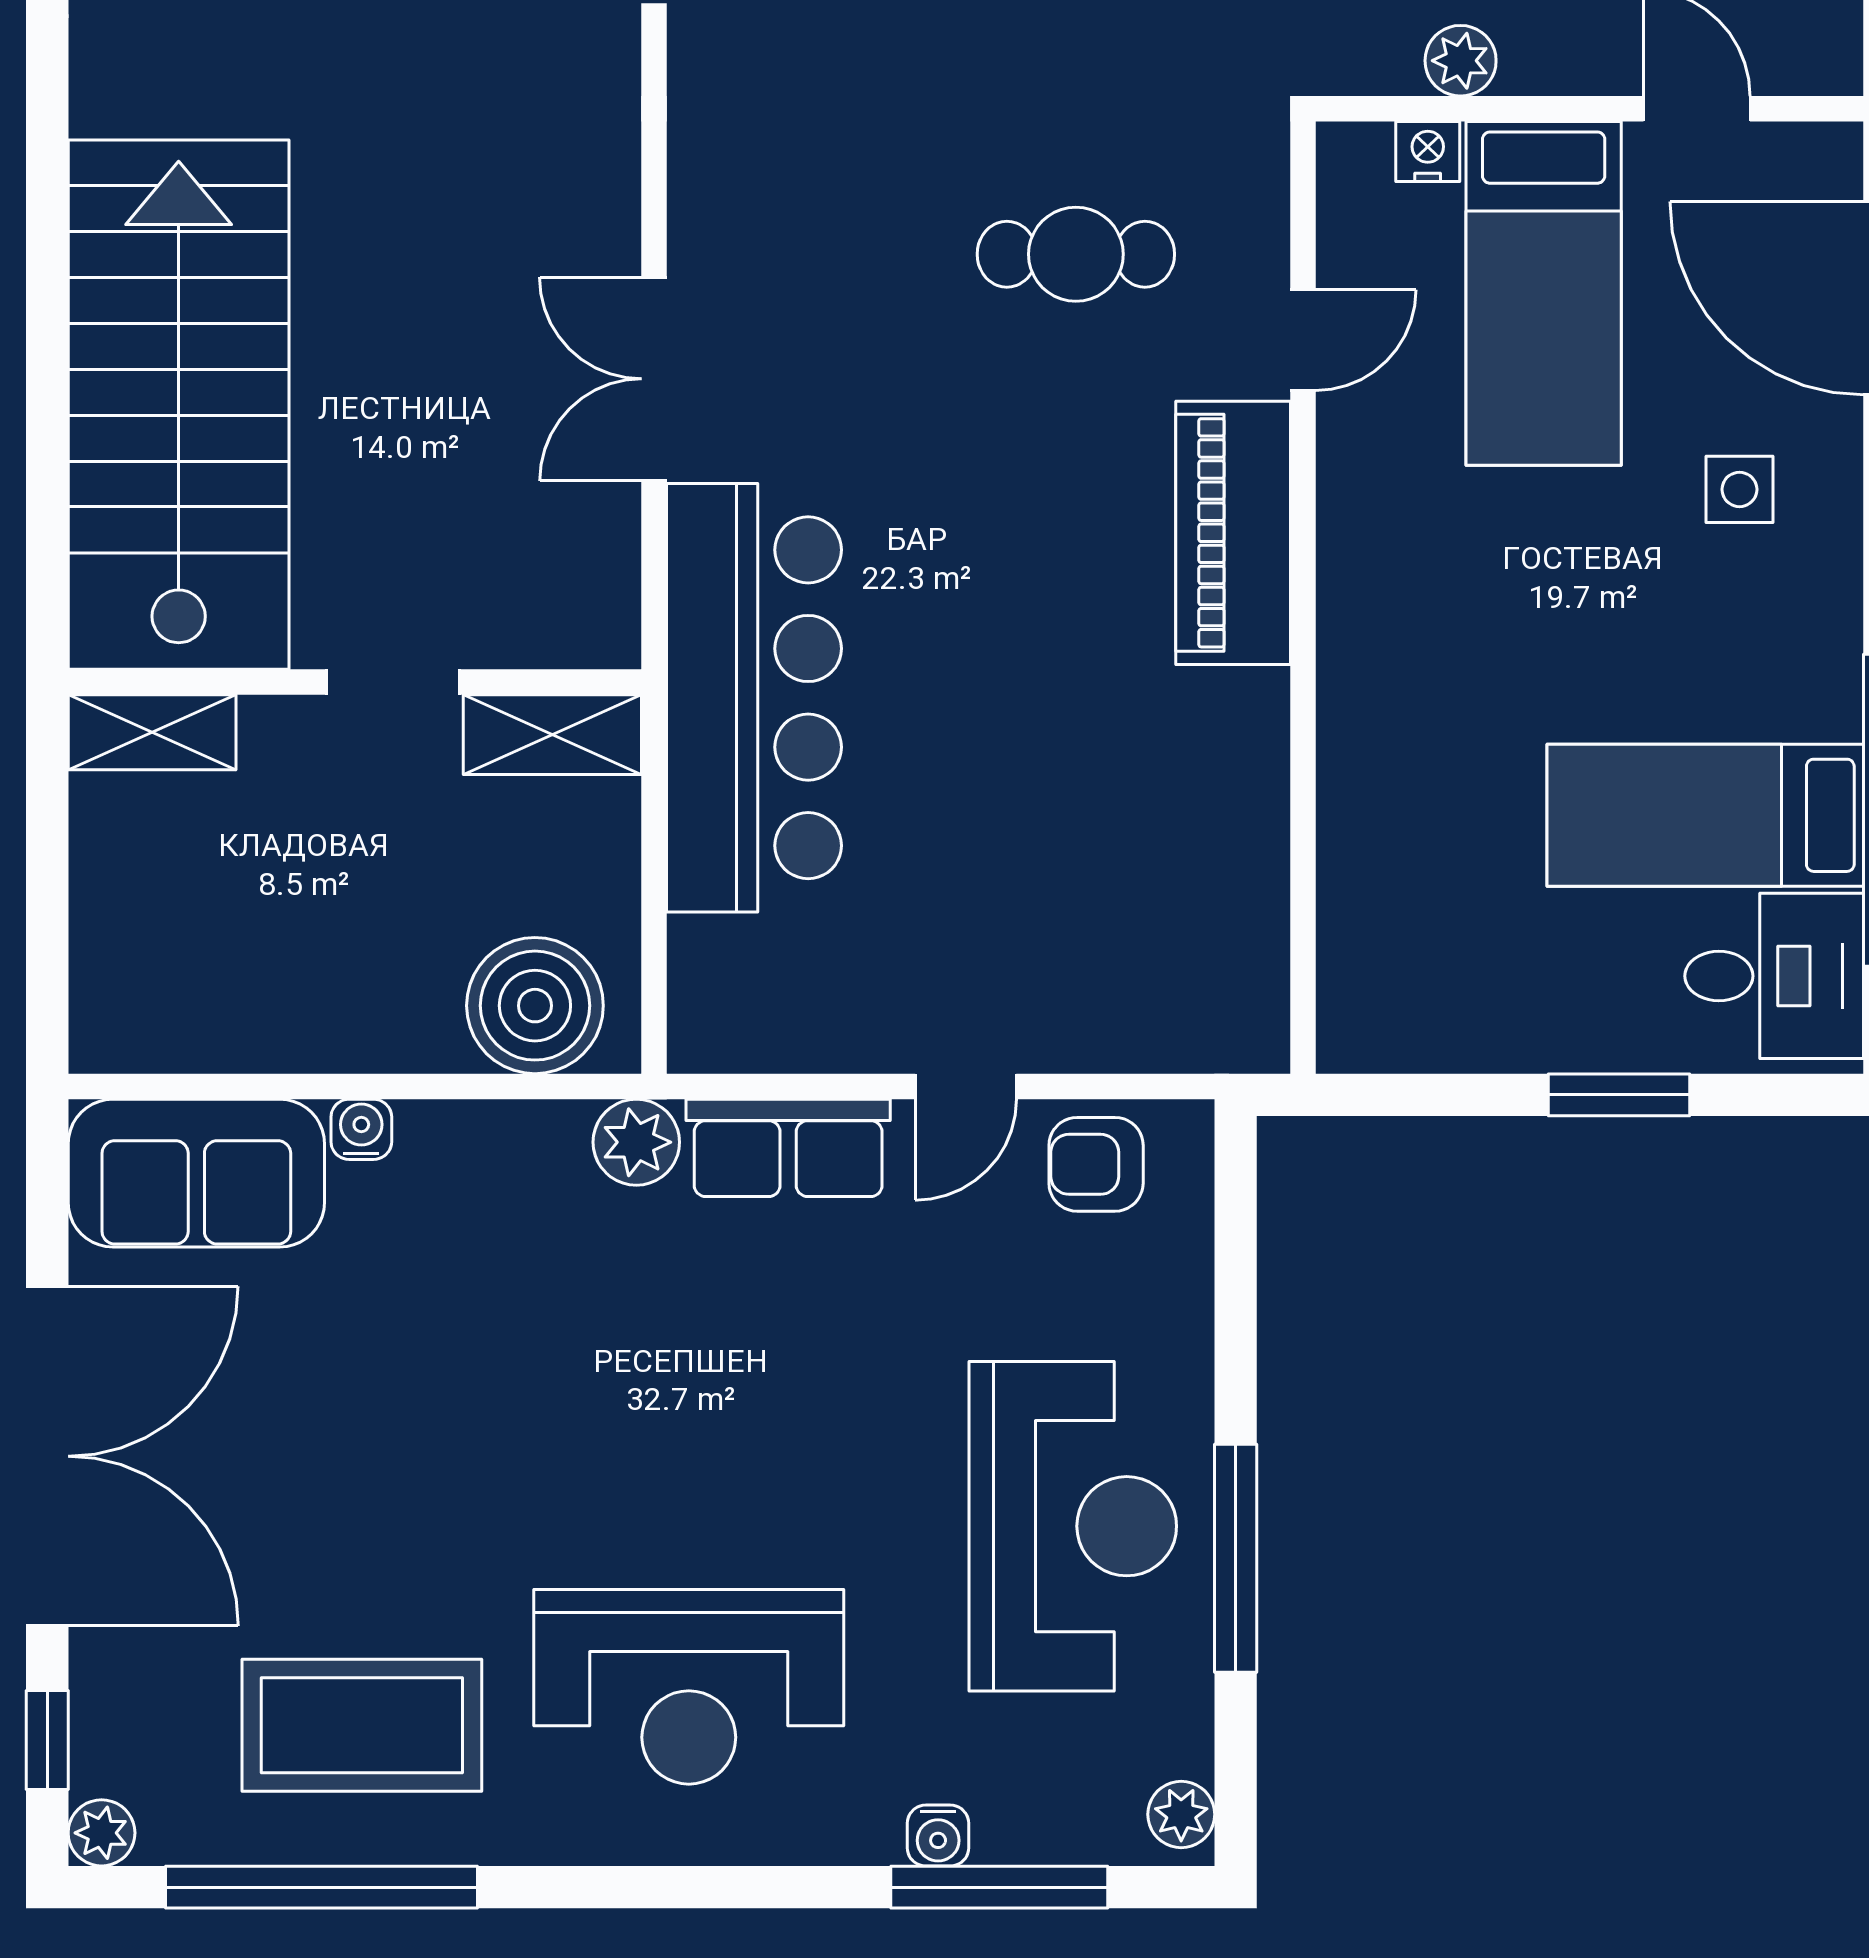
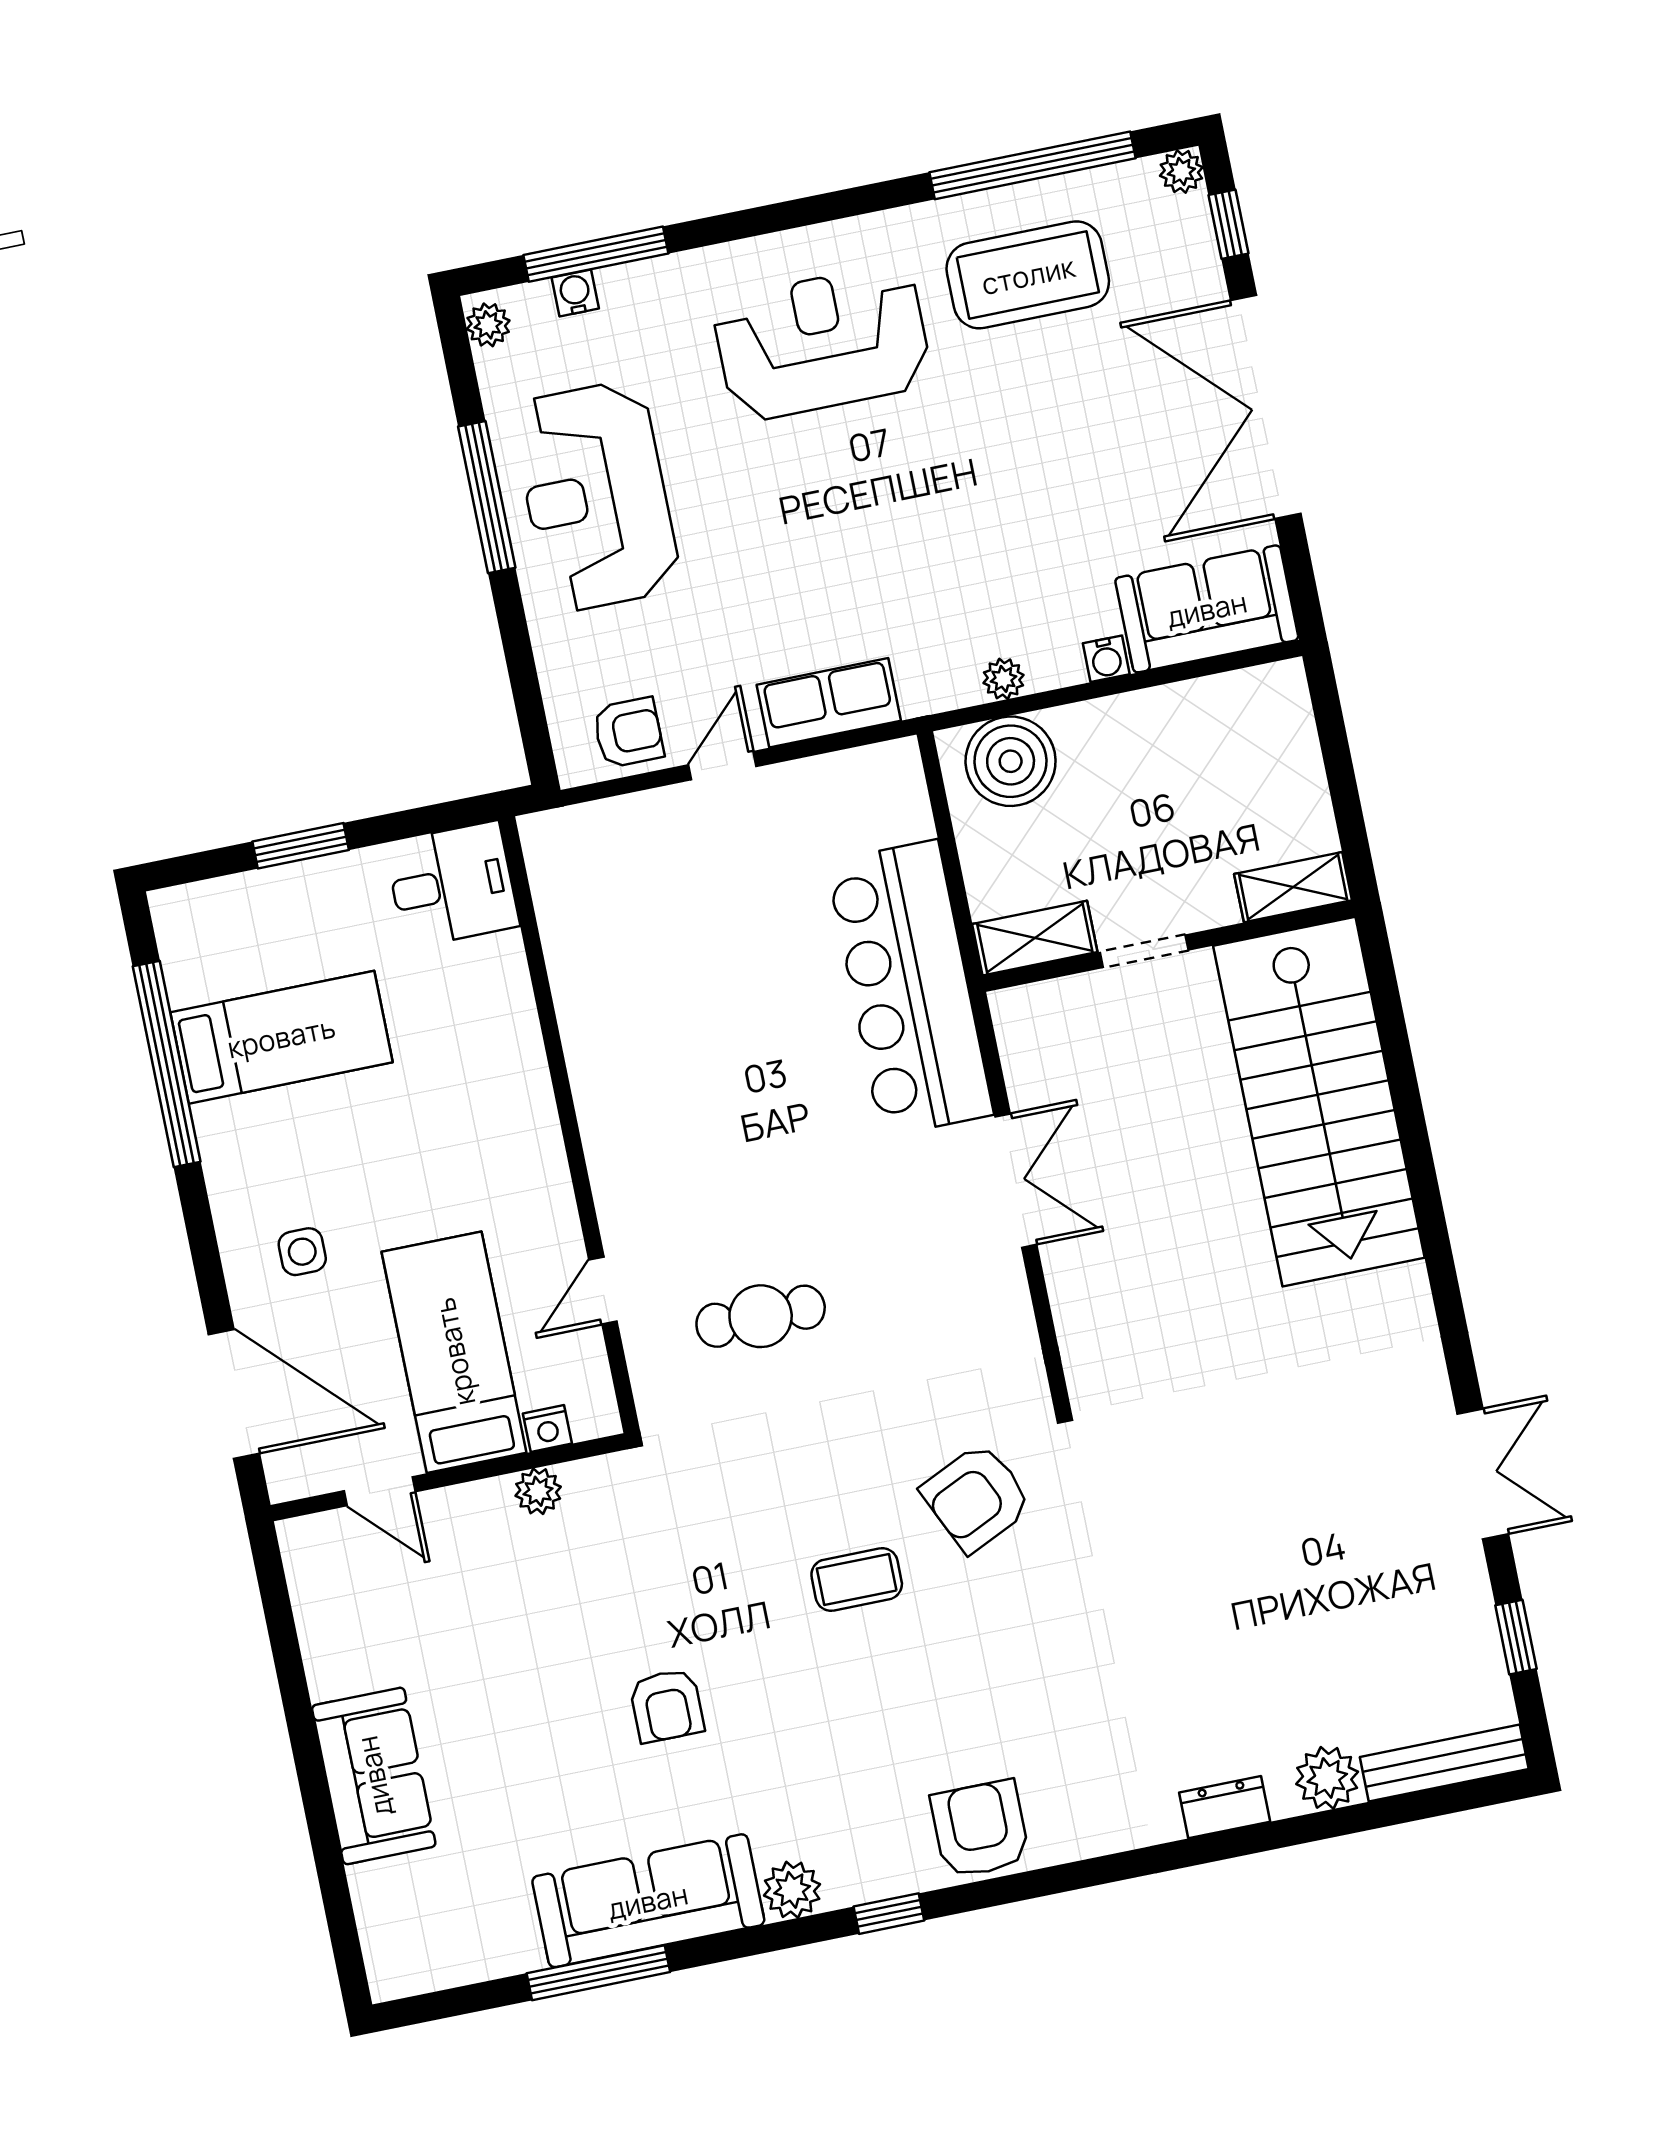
piano: (1233, 533) -> (623, 1157), removed
desk: (1774, 976) -> (452, 885), moved, turned 180
plant: (636, 1142) -> (1003, 679), moved, width x0.73, depth x0.73
water cooler: (938, 1836) -> (575, 293), moved

